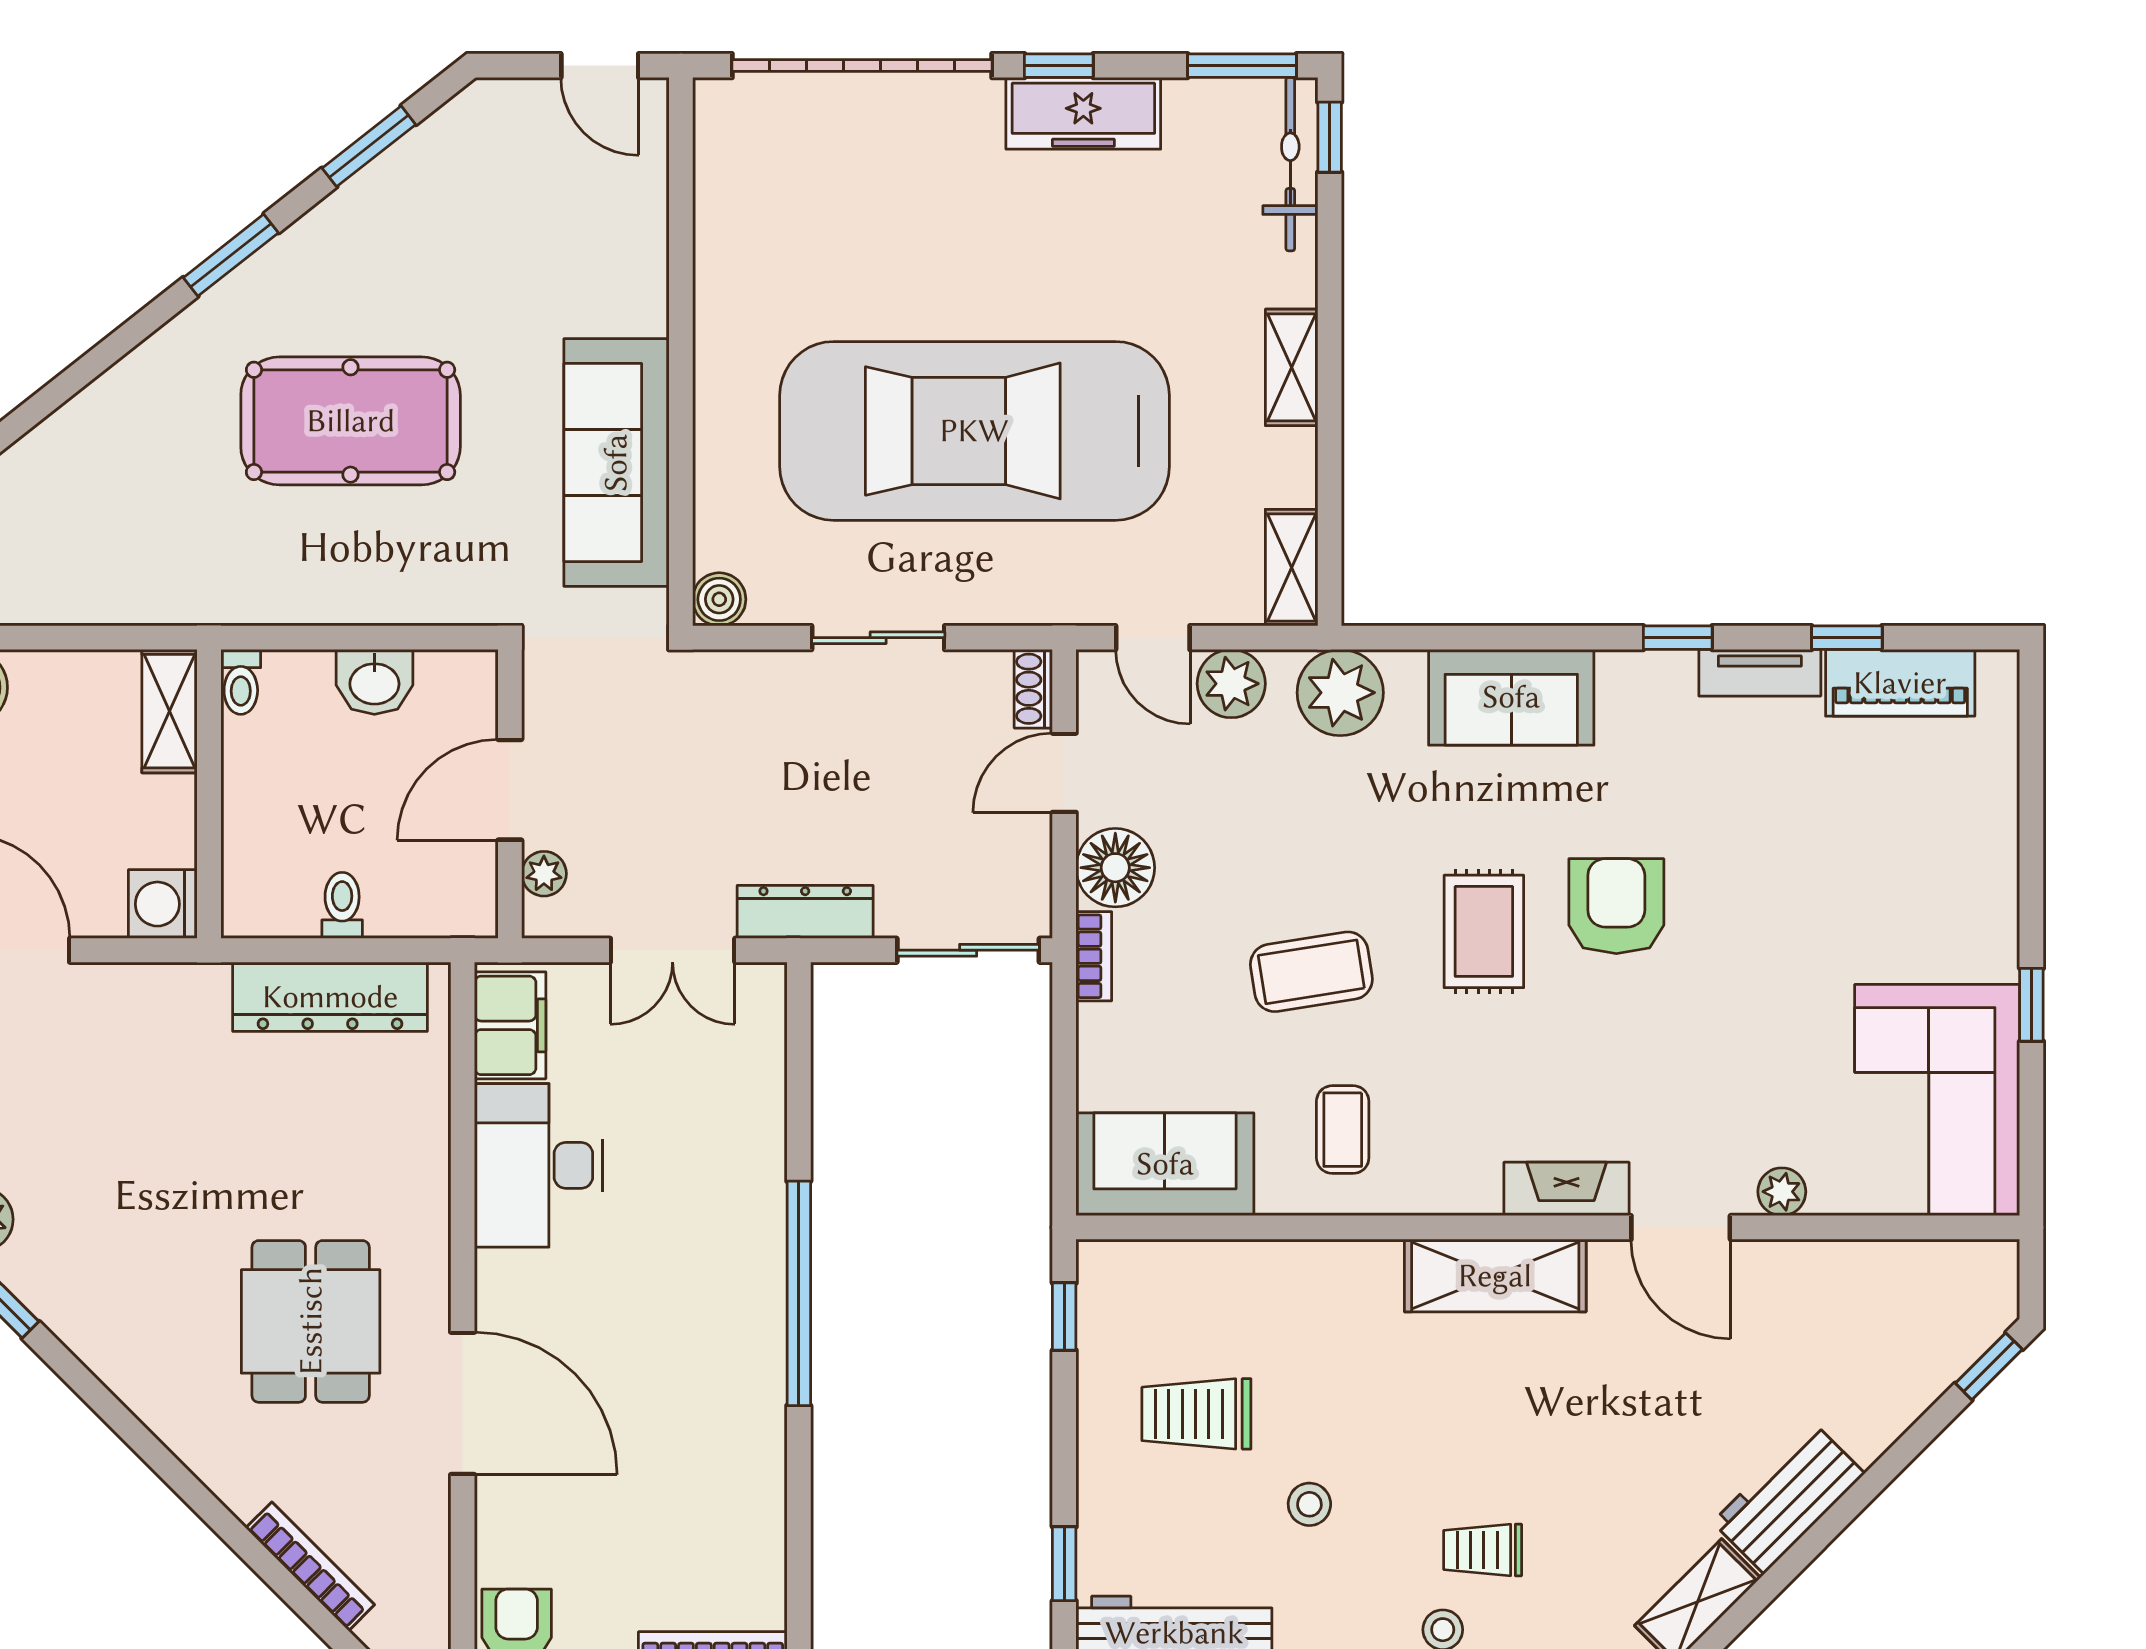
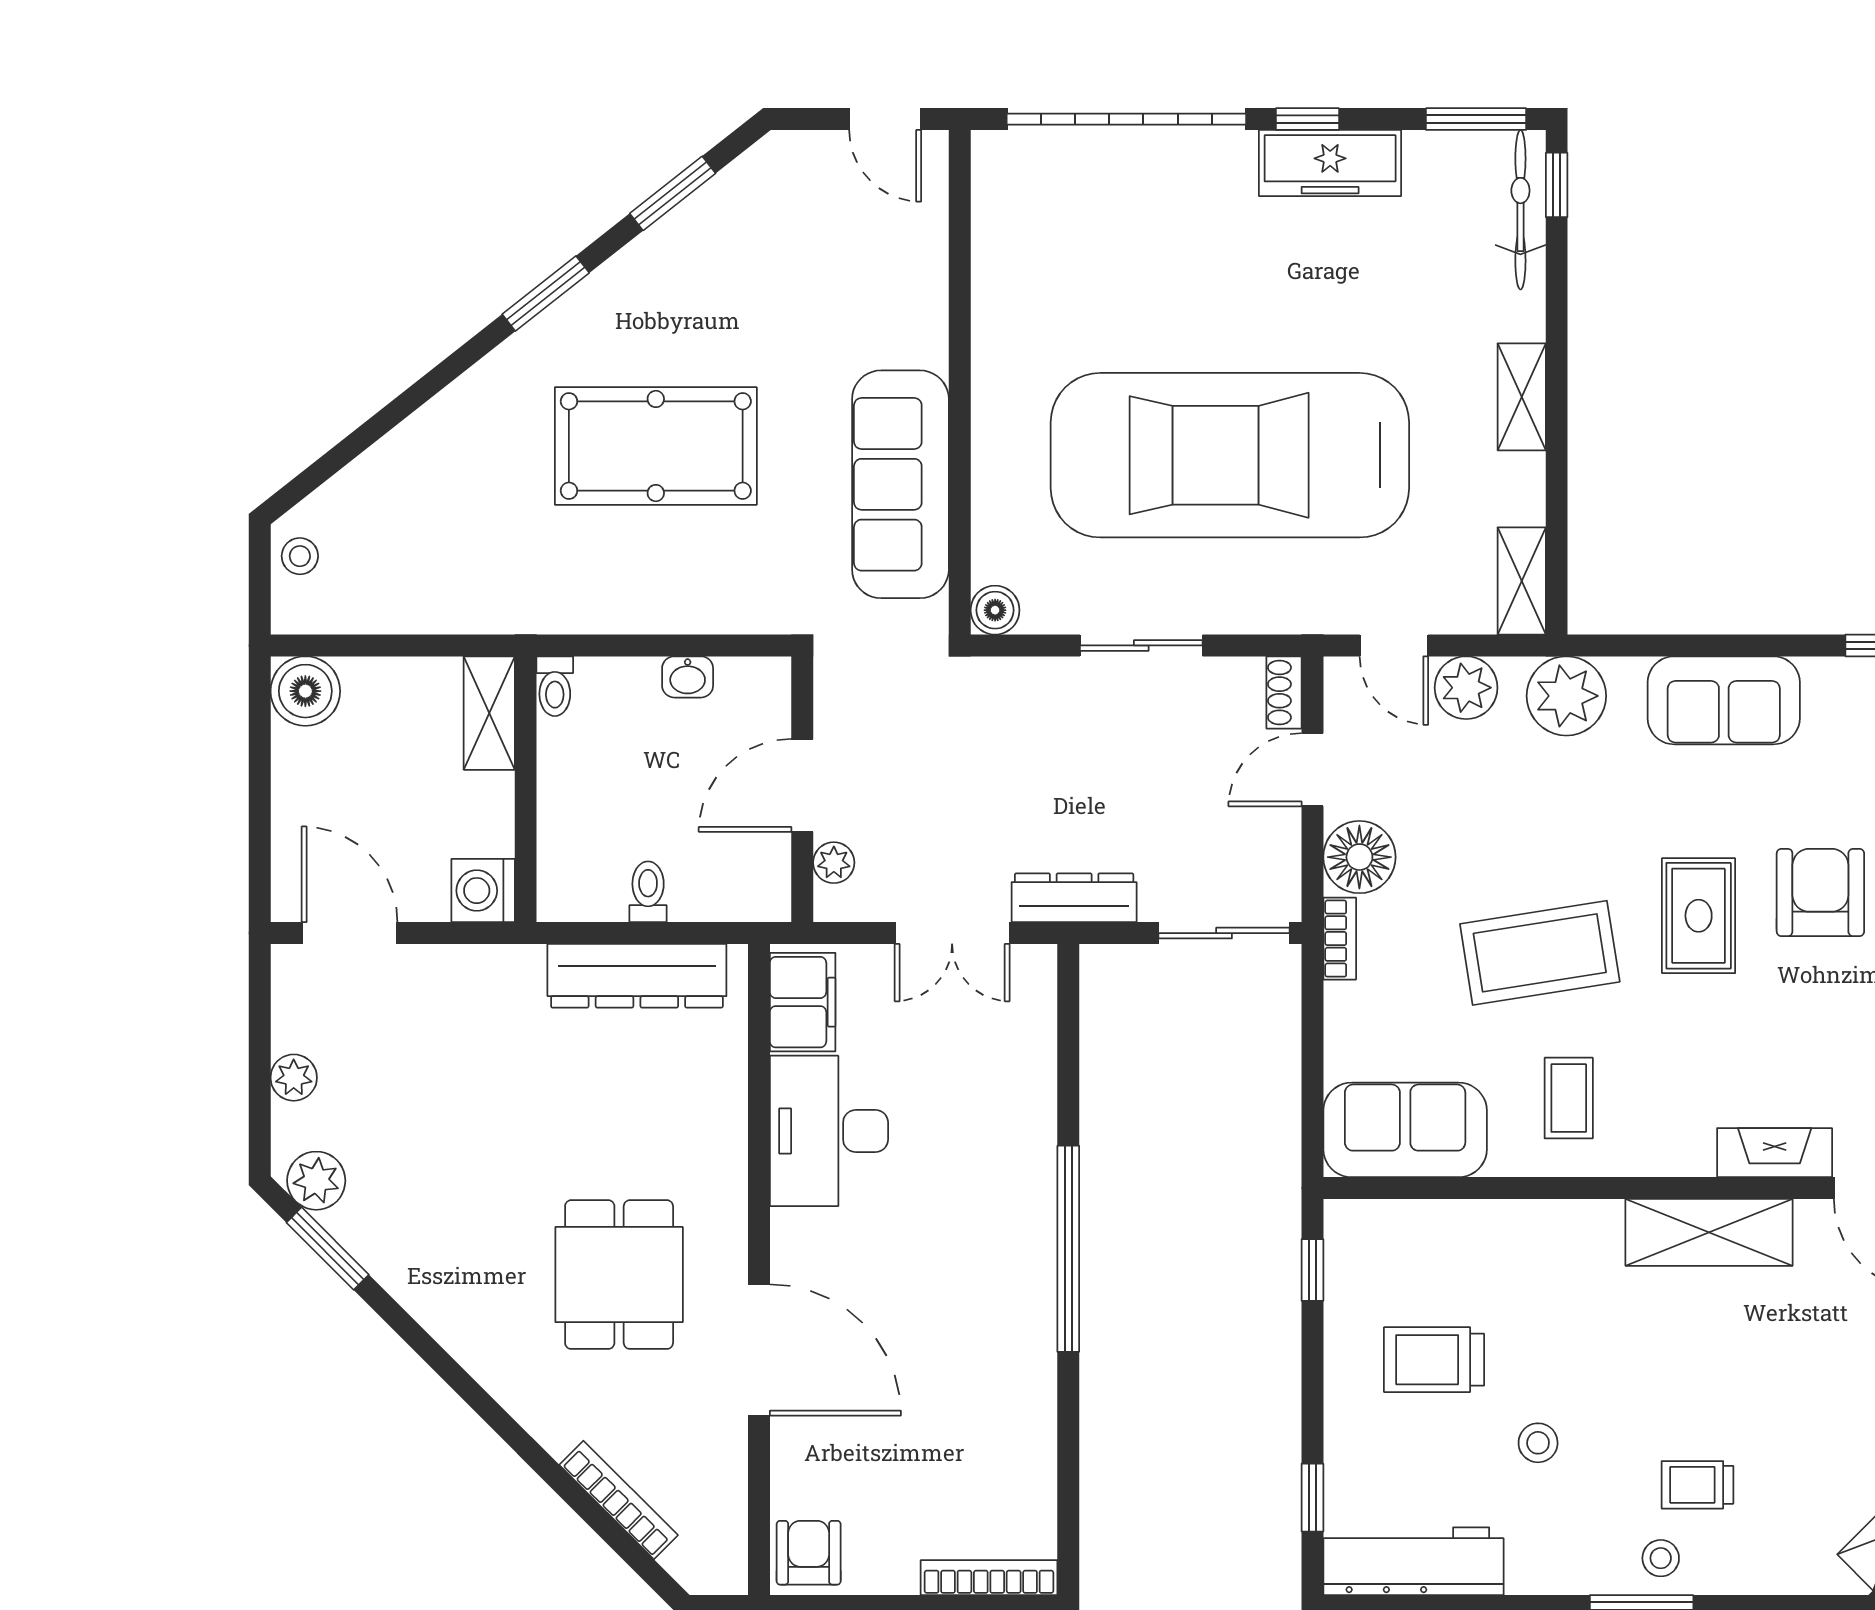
washbasin: (374, 682) -> (688, 677), width x0.72, depth x0.69
coffee table: (1311, 972) -> (1540, 953), width x1.36, depth x1.32

